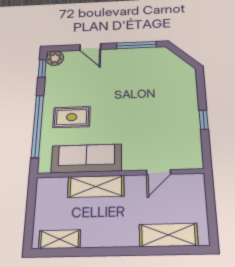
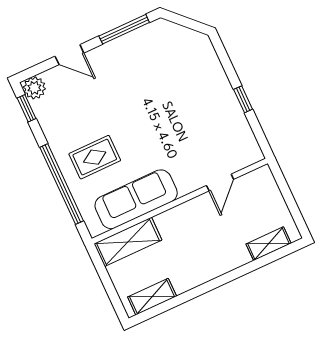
shelving: (96, 186) -> (128, 242), moved
shelving: (168, 235) -> (269, 244), width x0.67, depth x0.75

